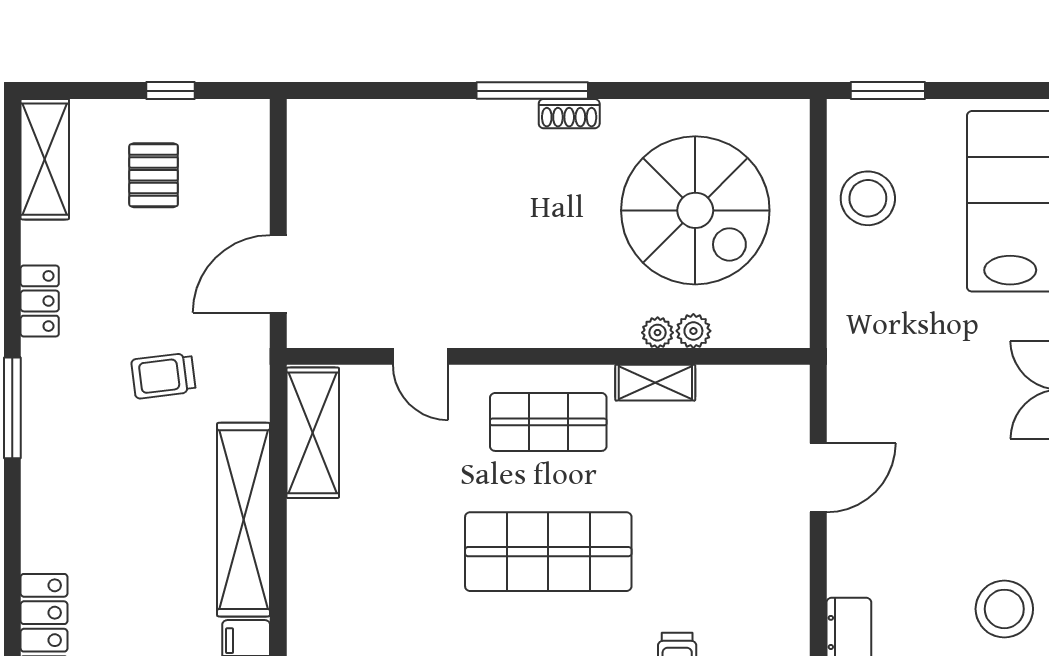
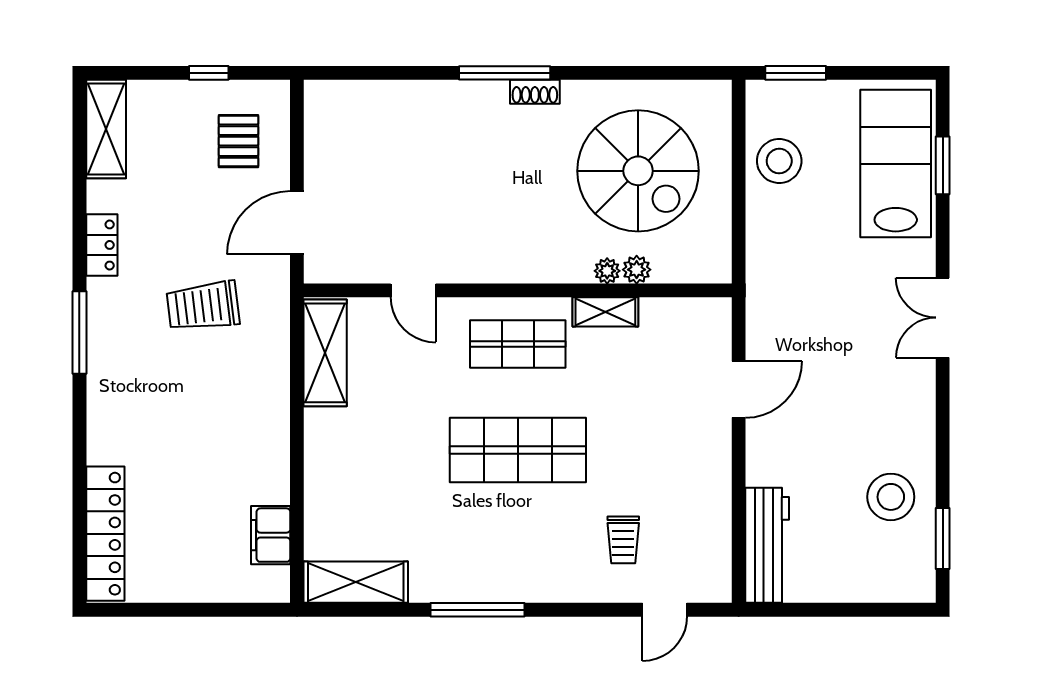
pallet: (154, 175) -> (238, 141), moved
trolley: (163, 376) -> (203, 306), width x1.36, depth x1.39
shelving: (243, 520) -> (269, 424), removed

